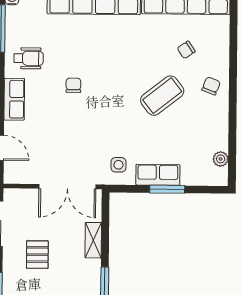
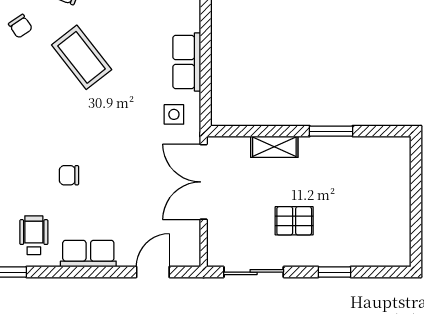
double door: (67, 187) -> (204, 182), swing flipped
window: (167, 189) -> (206, 49), removed

